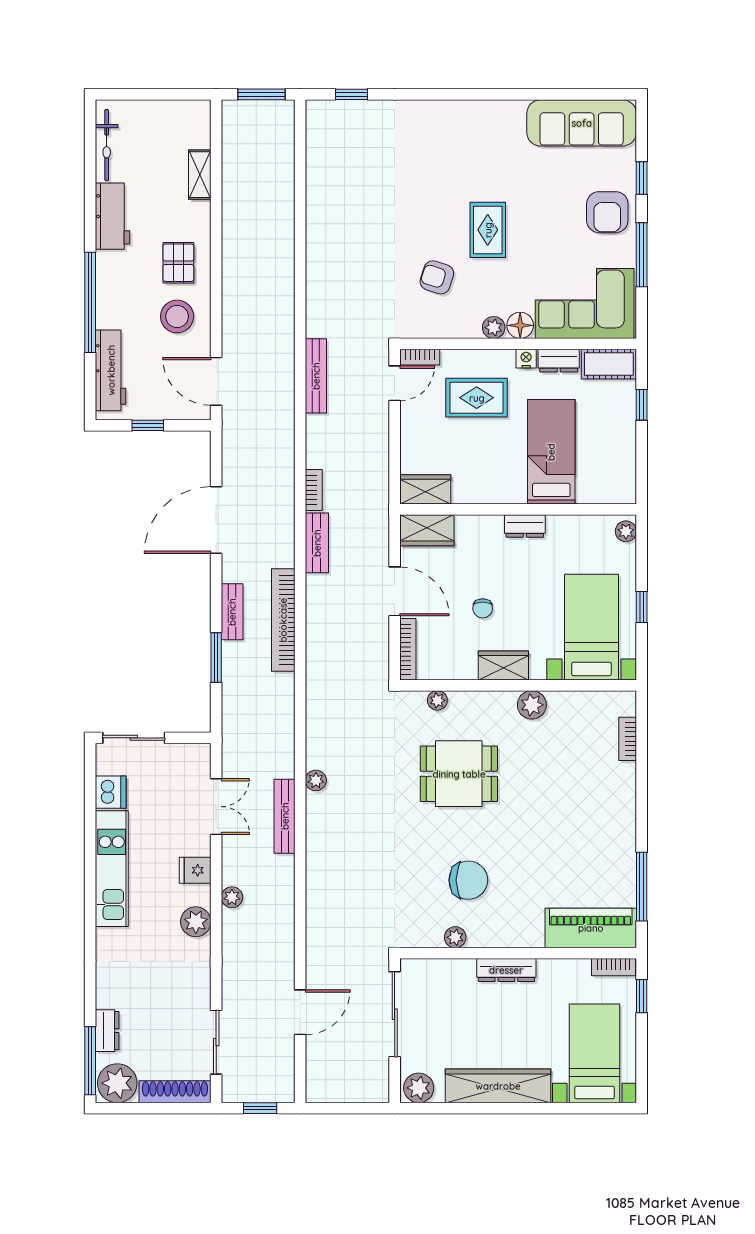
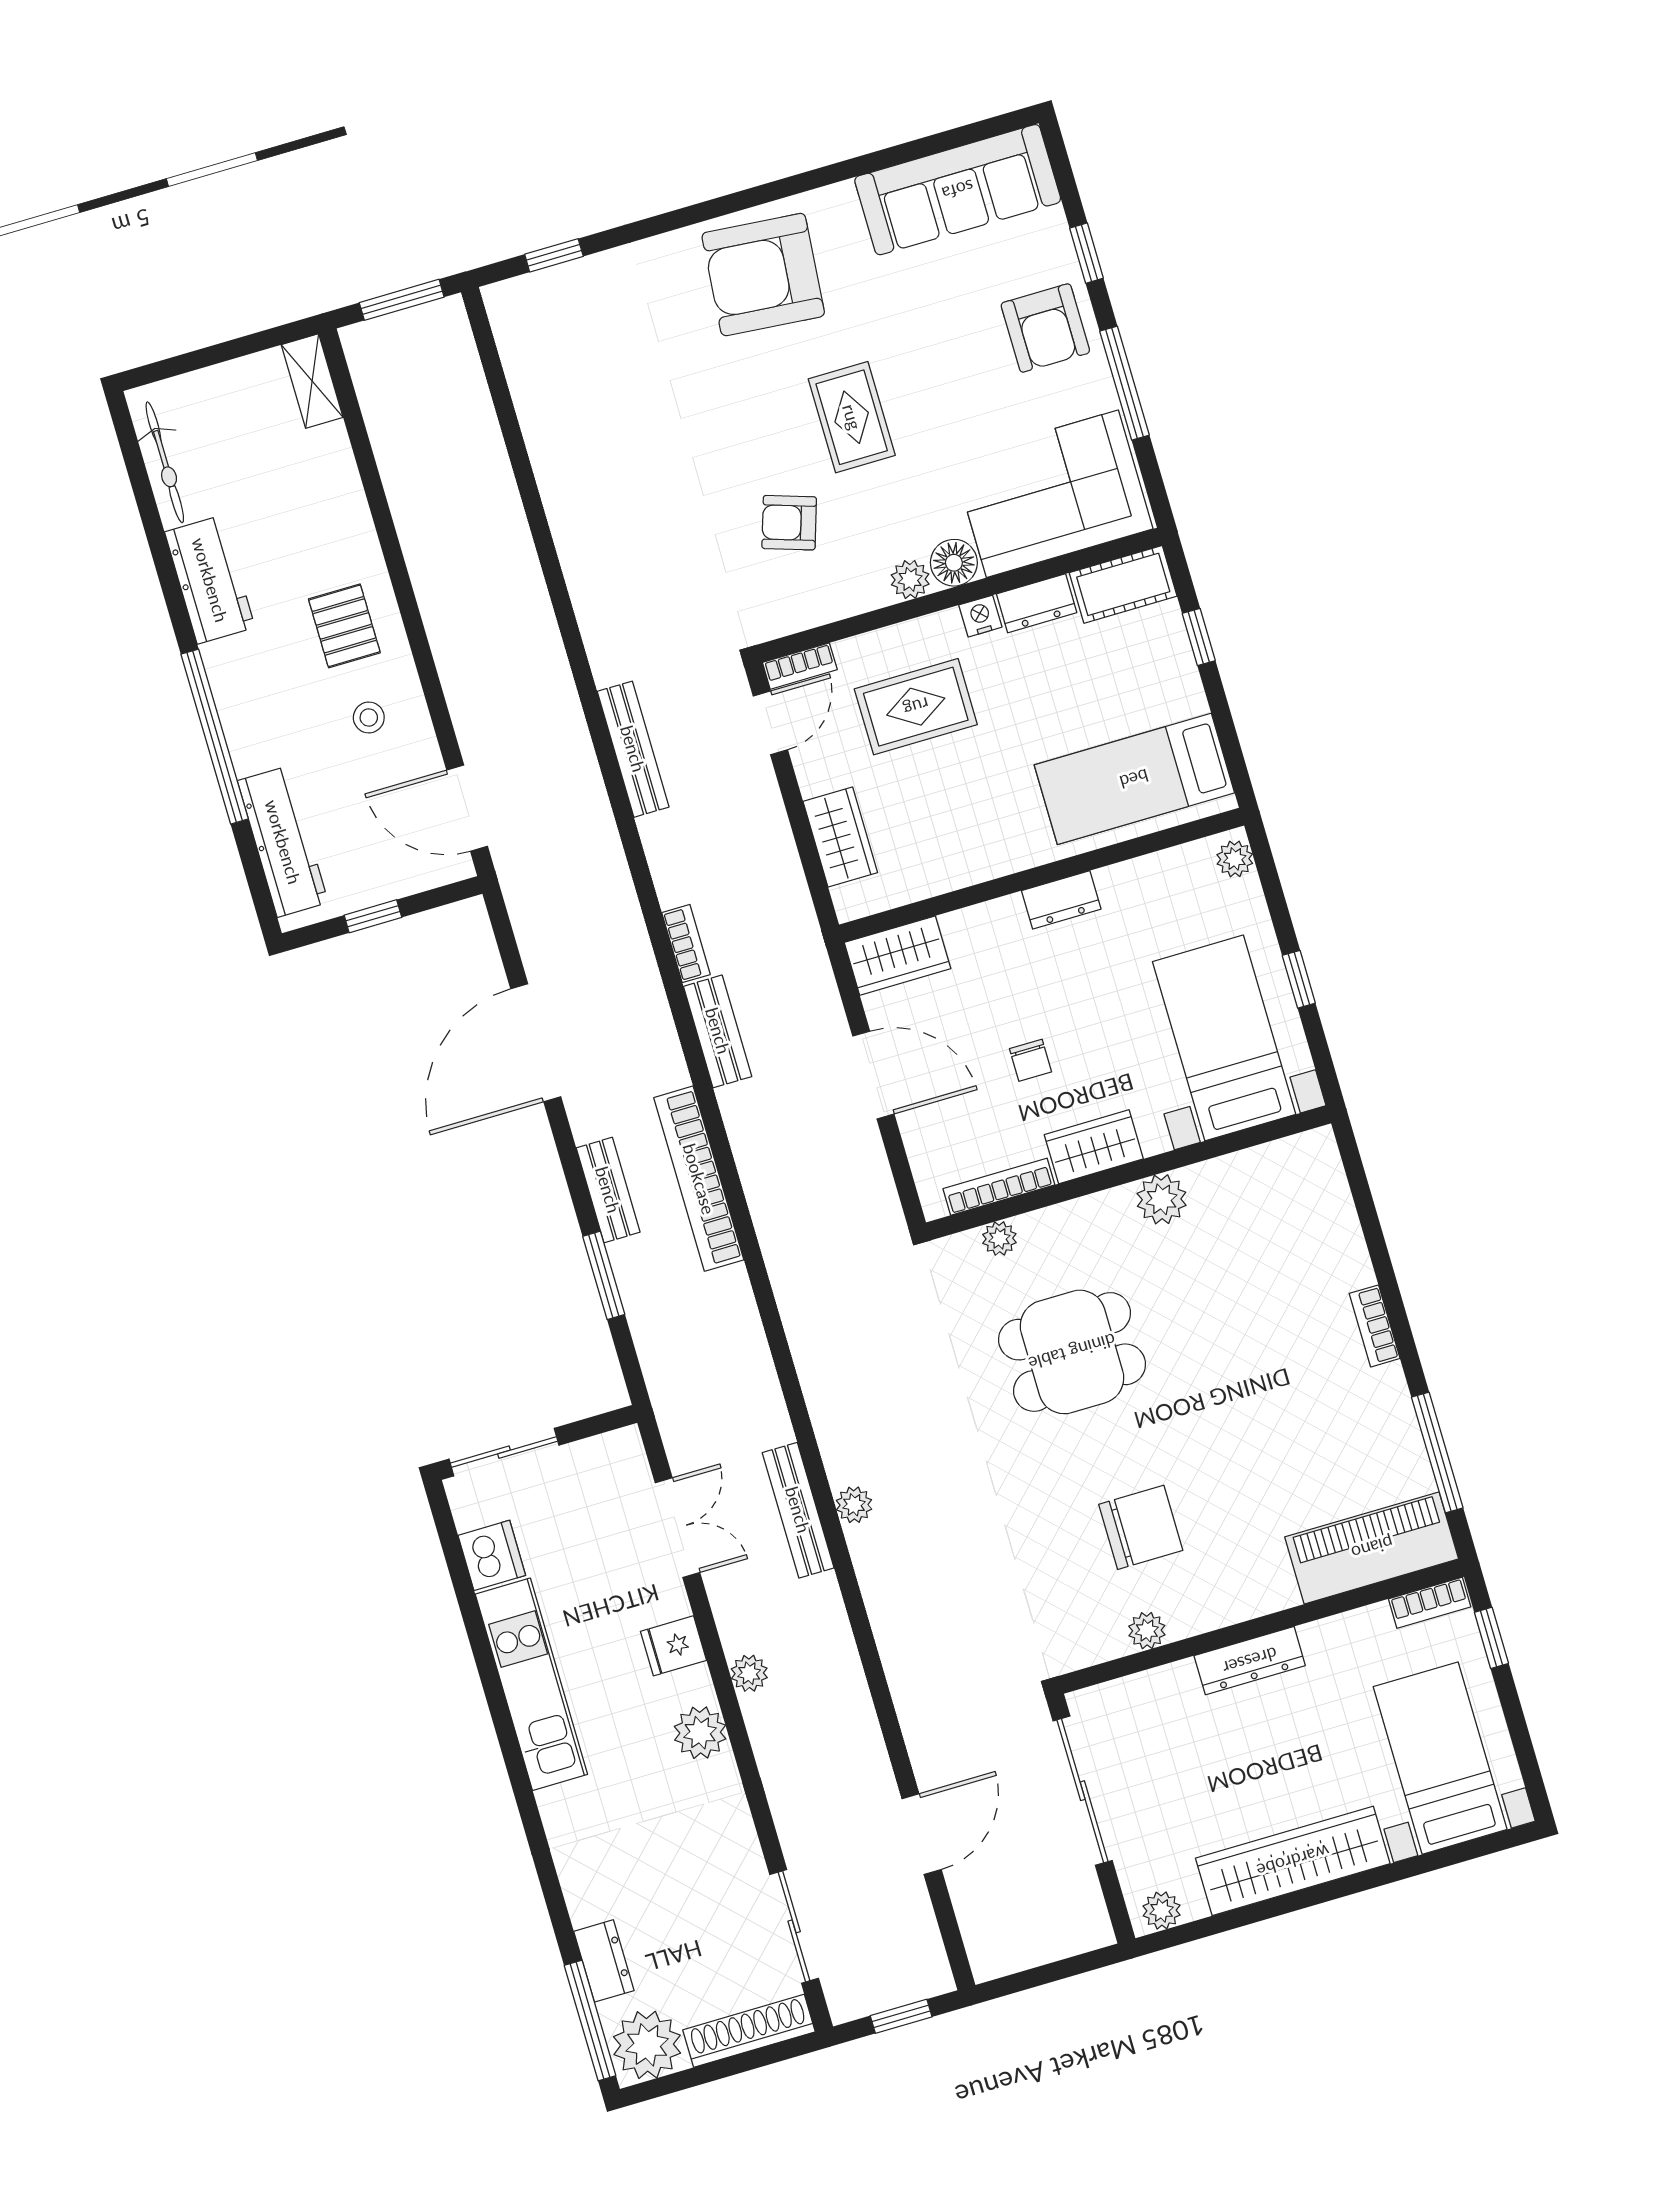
armchair: (462, 138) -> (763, 275), added
shelving: (200, 175) -> (312, 381), moved
stool: (177, 316) -> (369, 717), width x0.53, depth x0.53
bed: (551, 452) -> (1134, 779), moved, turned -90
wardrobe: (425, 489) -> (840, 837), moved, turned 90
bookcase: (408, 649) -> (999, 1187), moved, turned -90
bookcase: (628, 739) -> (1375, 1326), moved
plant: (316, 780) -> (854, 1505), moved
plant: (419, 1088) -> (1162, 1910), width x0.73, depth x0.73

